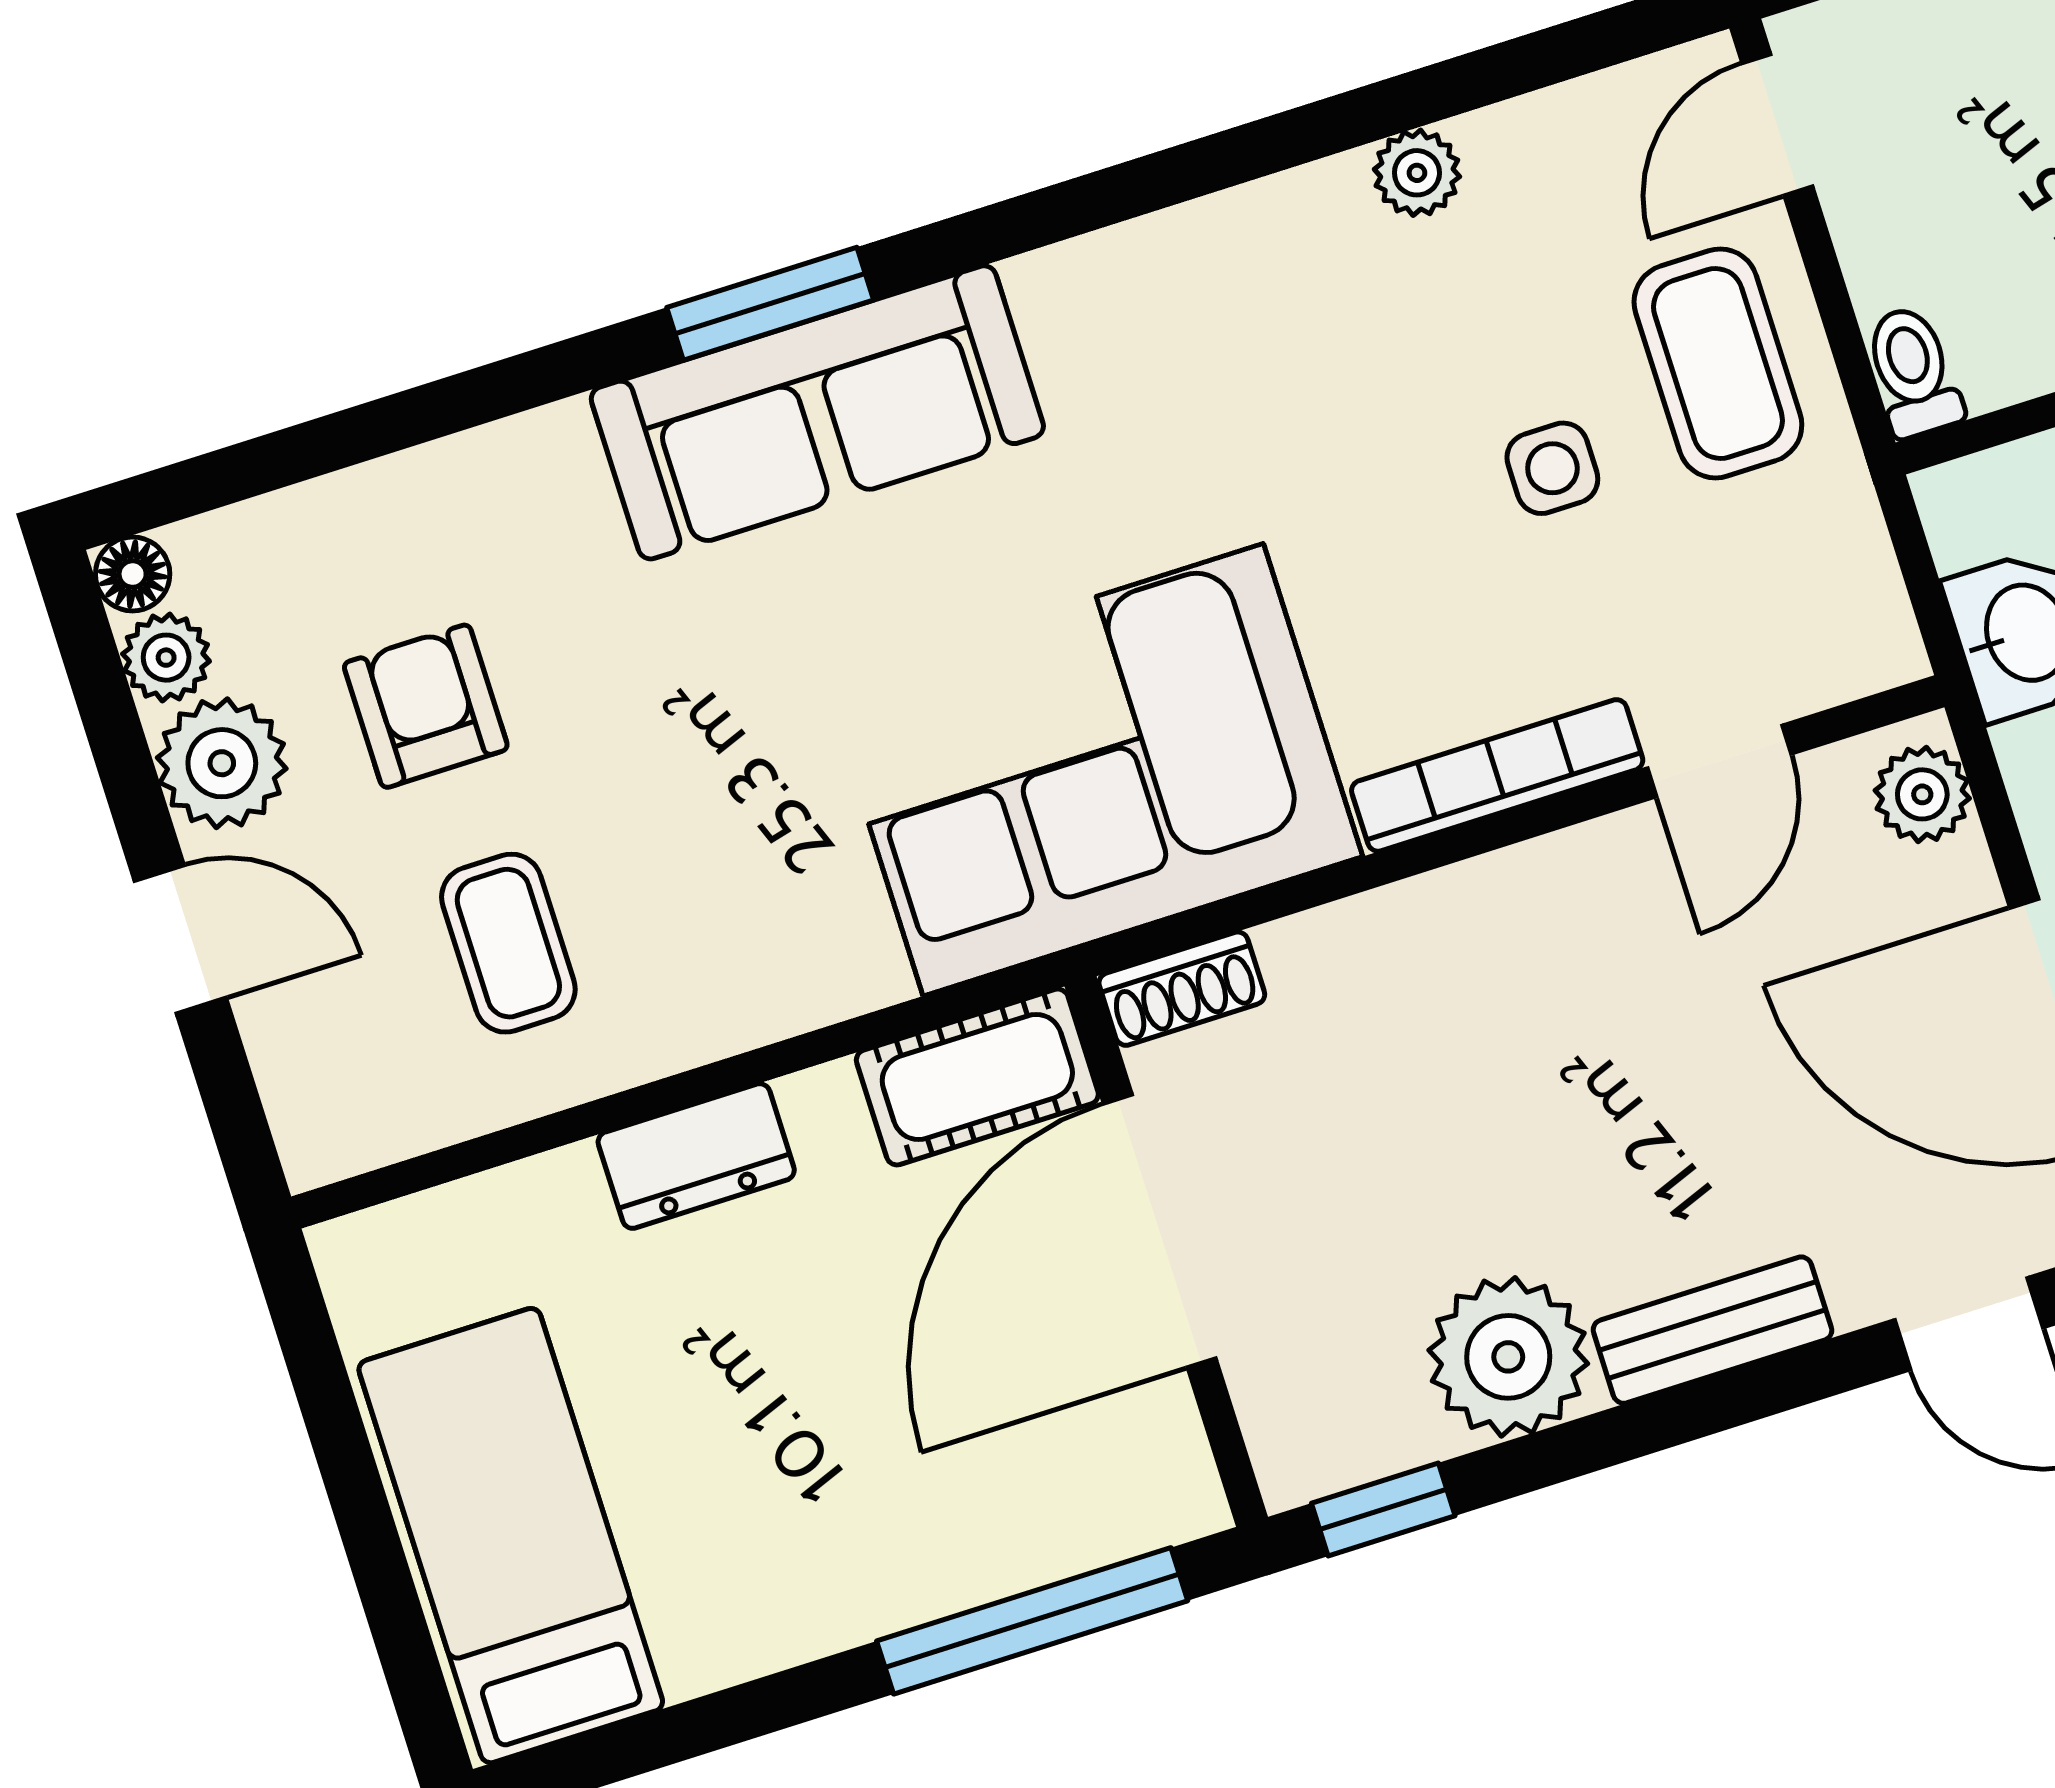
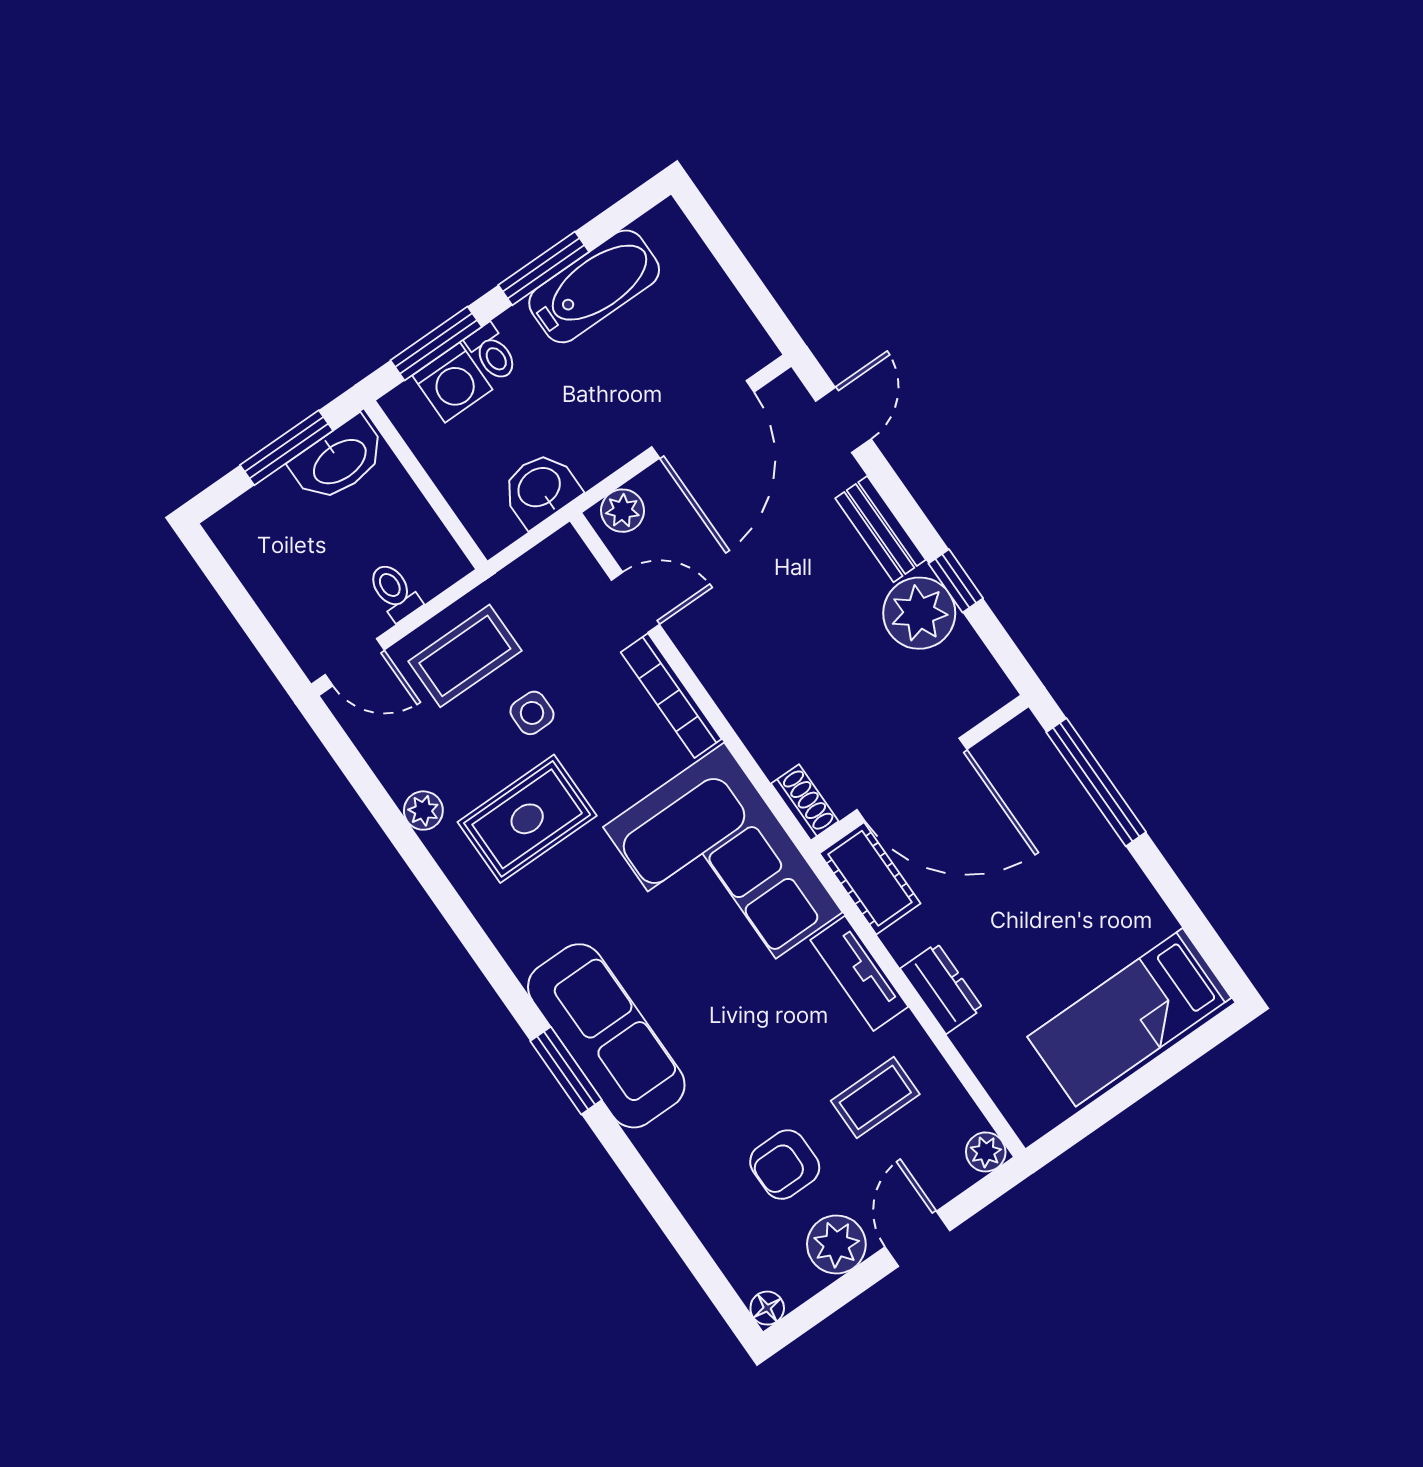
toilet: (1913, 372) -> (394, 591), moved, turned 90
rug: (1331, 388) -> (527, 819), added
plant: (166, 658) -> (986, 1152), moved
tv unit: (783, 991) -> (859, 973), added
window: (1383, 1509) -> (956, 581), moved

